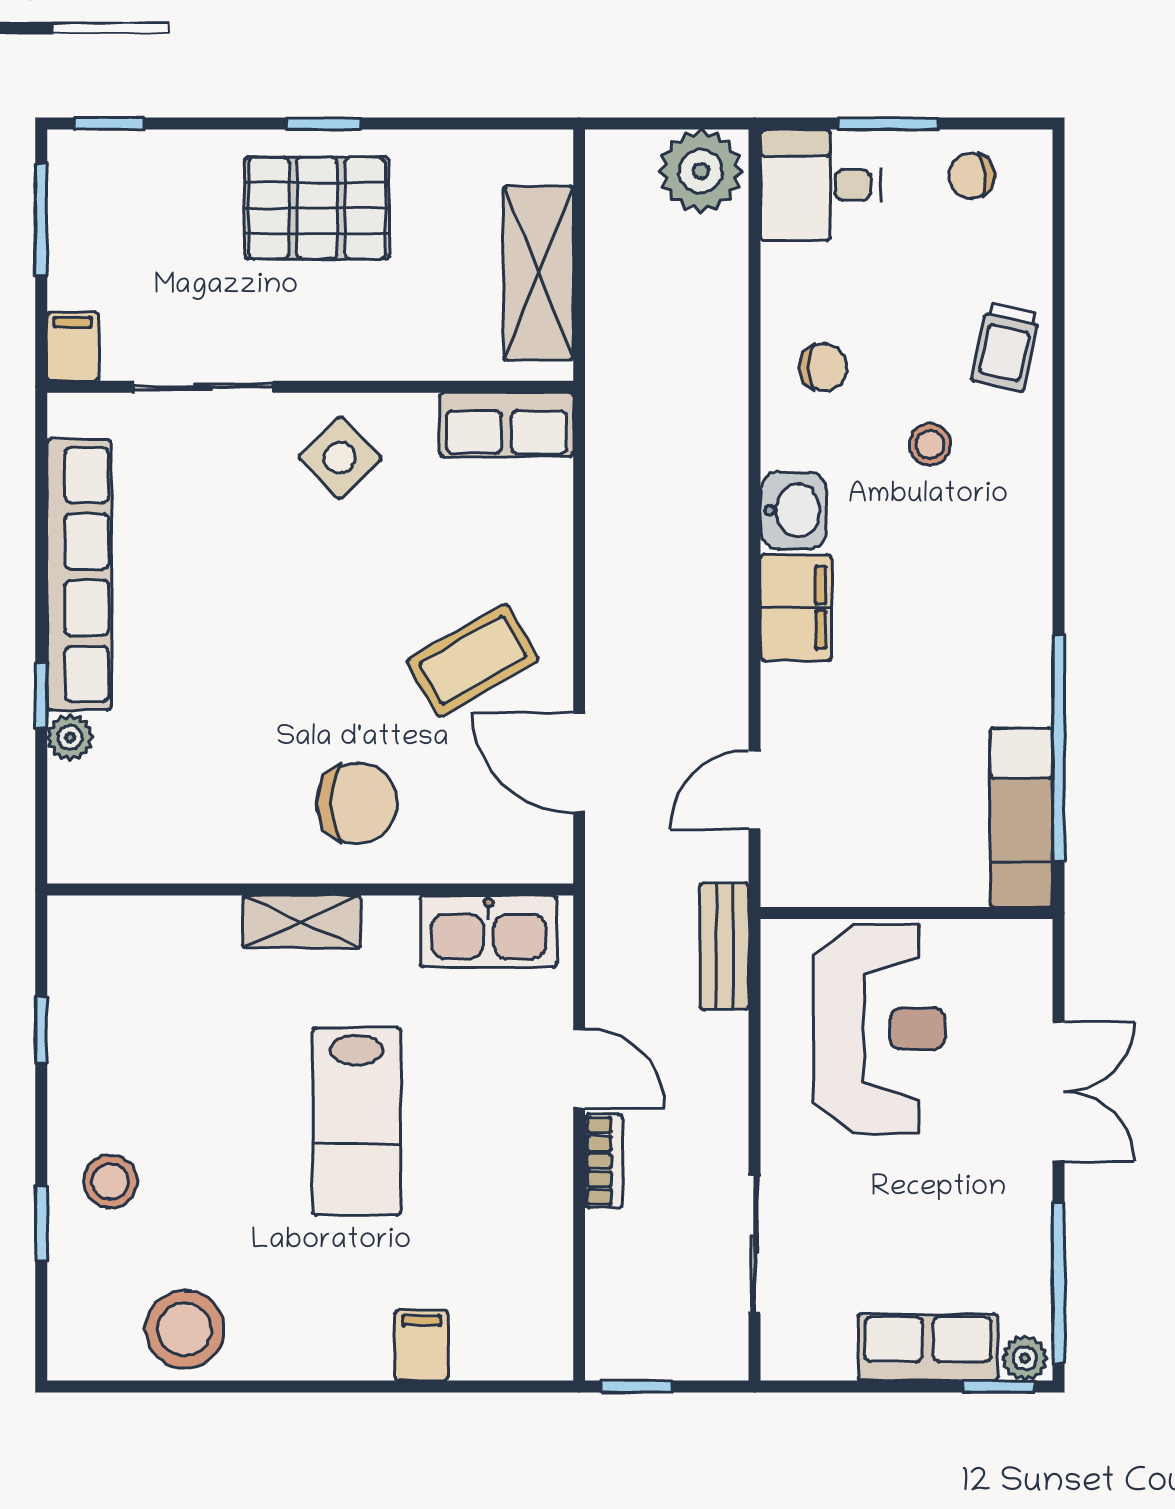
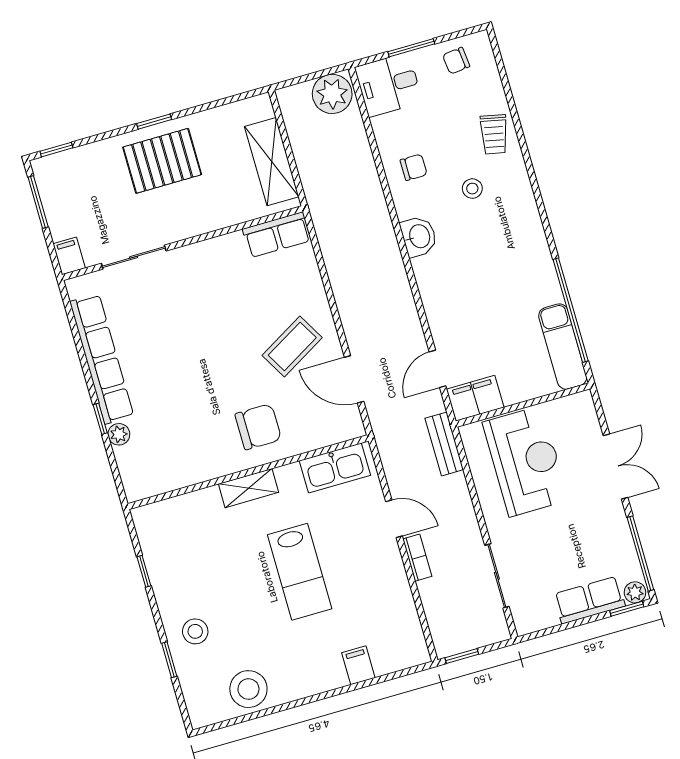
side table: (340, 458) -> (205, 272), removed
filing cabinet: (796, 607) -> (475, 398), moved, turned -90

